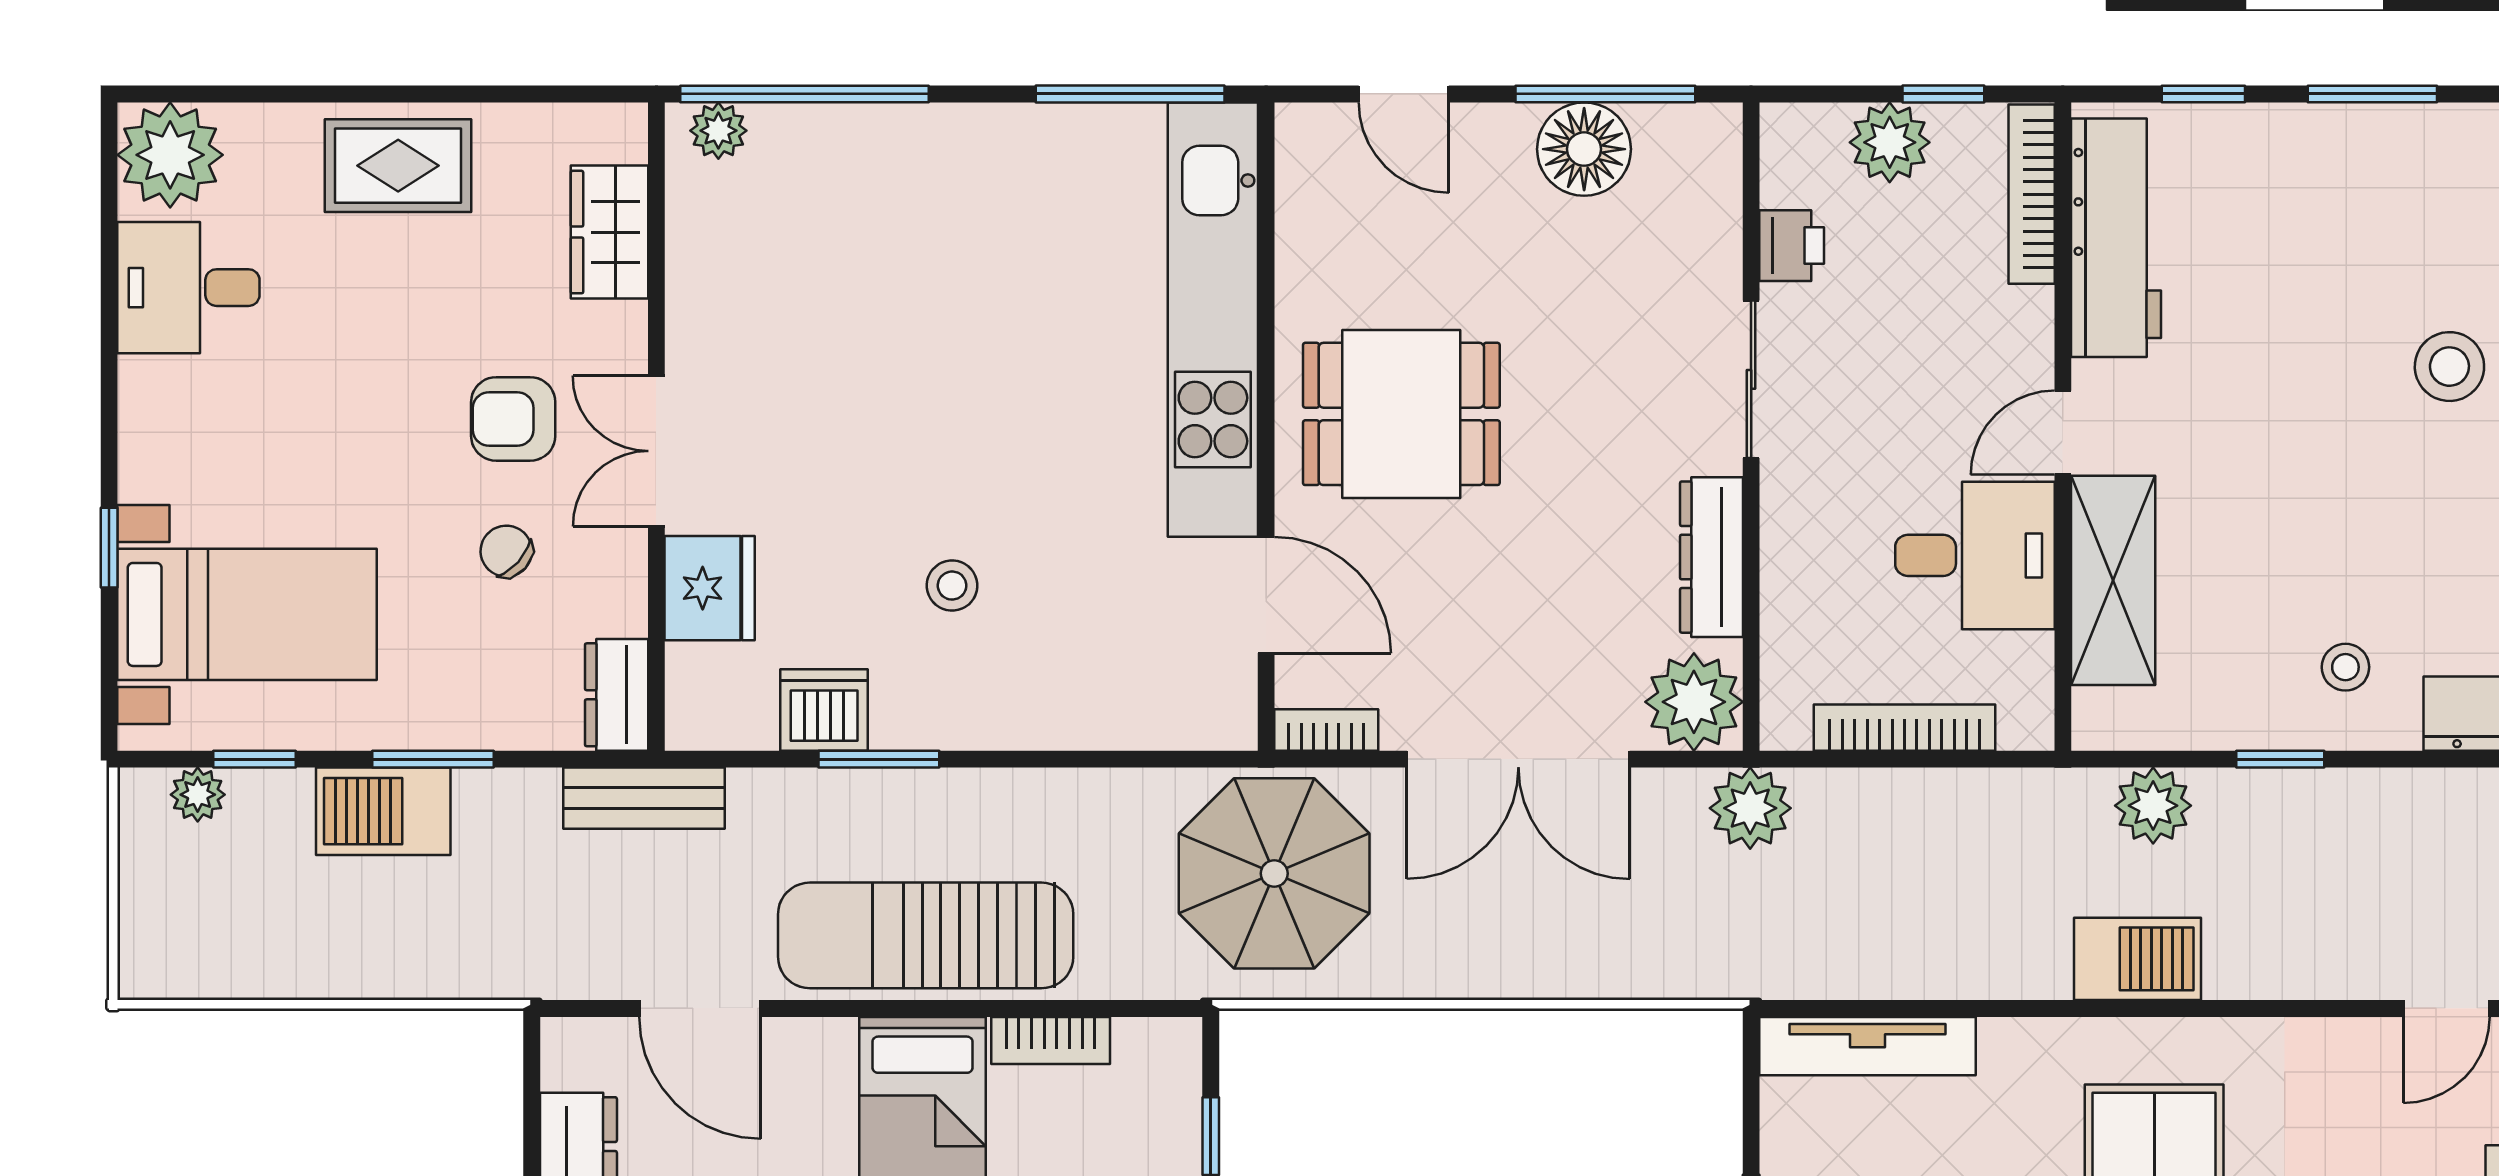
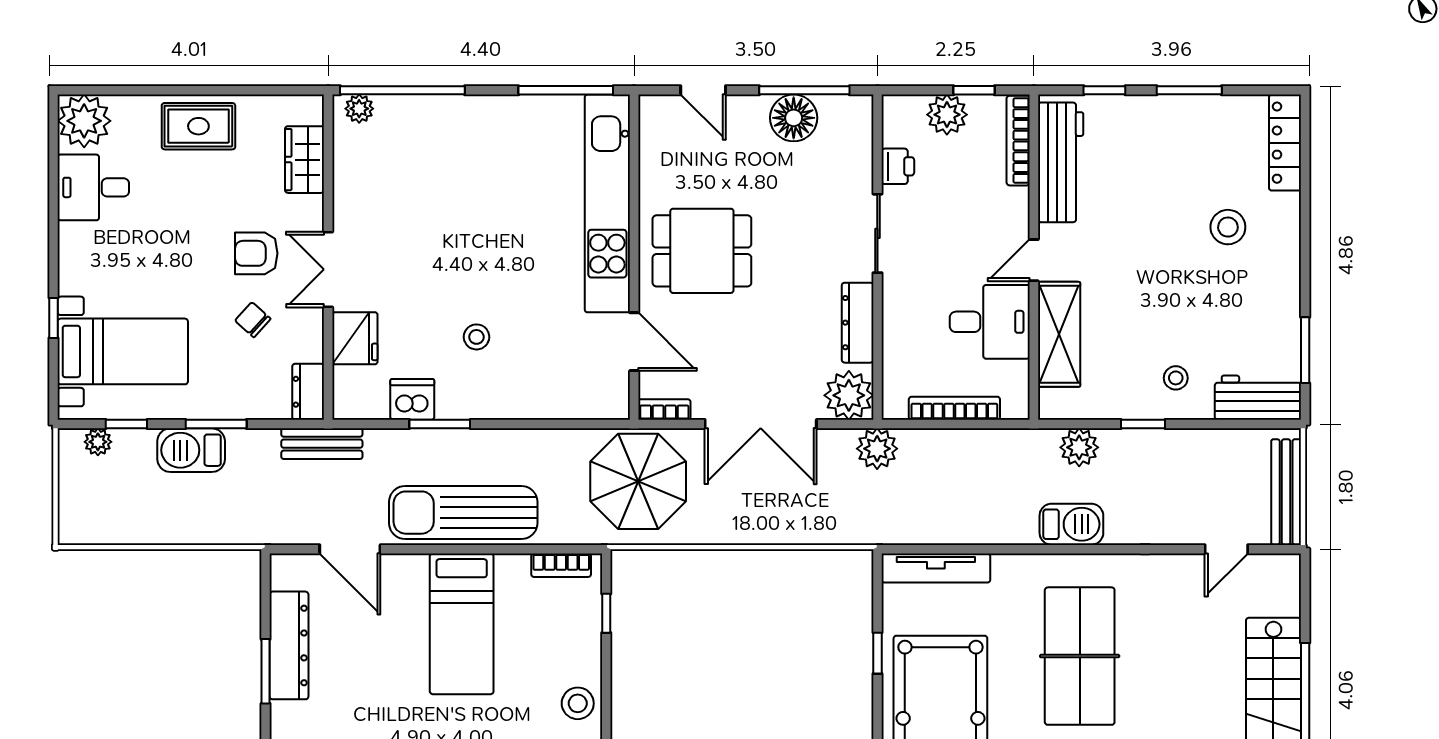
bookcase: (1051, 1040) -> (561, 565), moved

